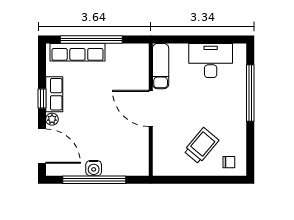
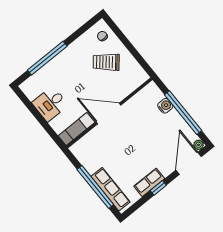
desk: (211, 61) -> (50, 104), width x0.73
door: (151, 108) -> (108, 114), swing flipped
plant: (52, 119) -> (199, 145), moved
water cooler: (94, 168) -> (165, 106), moved

